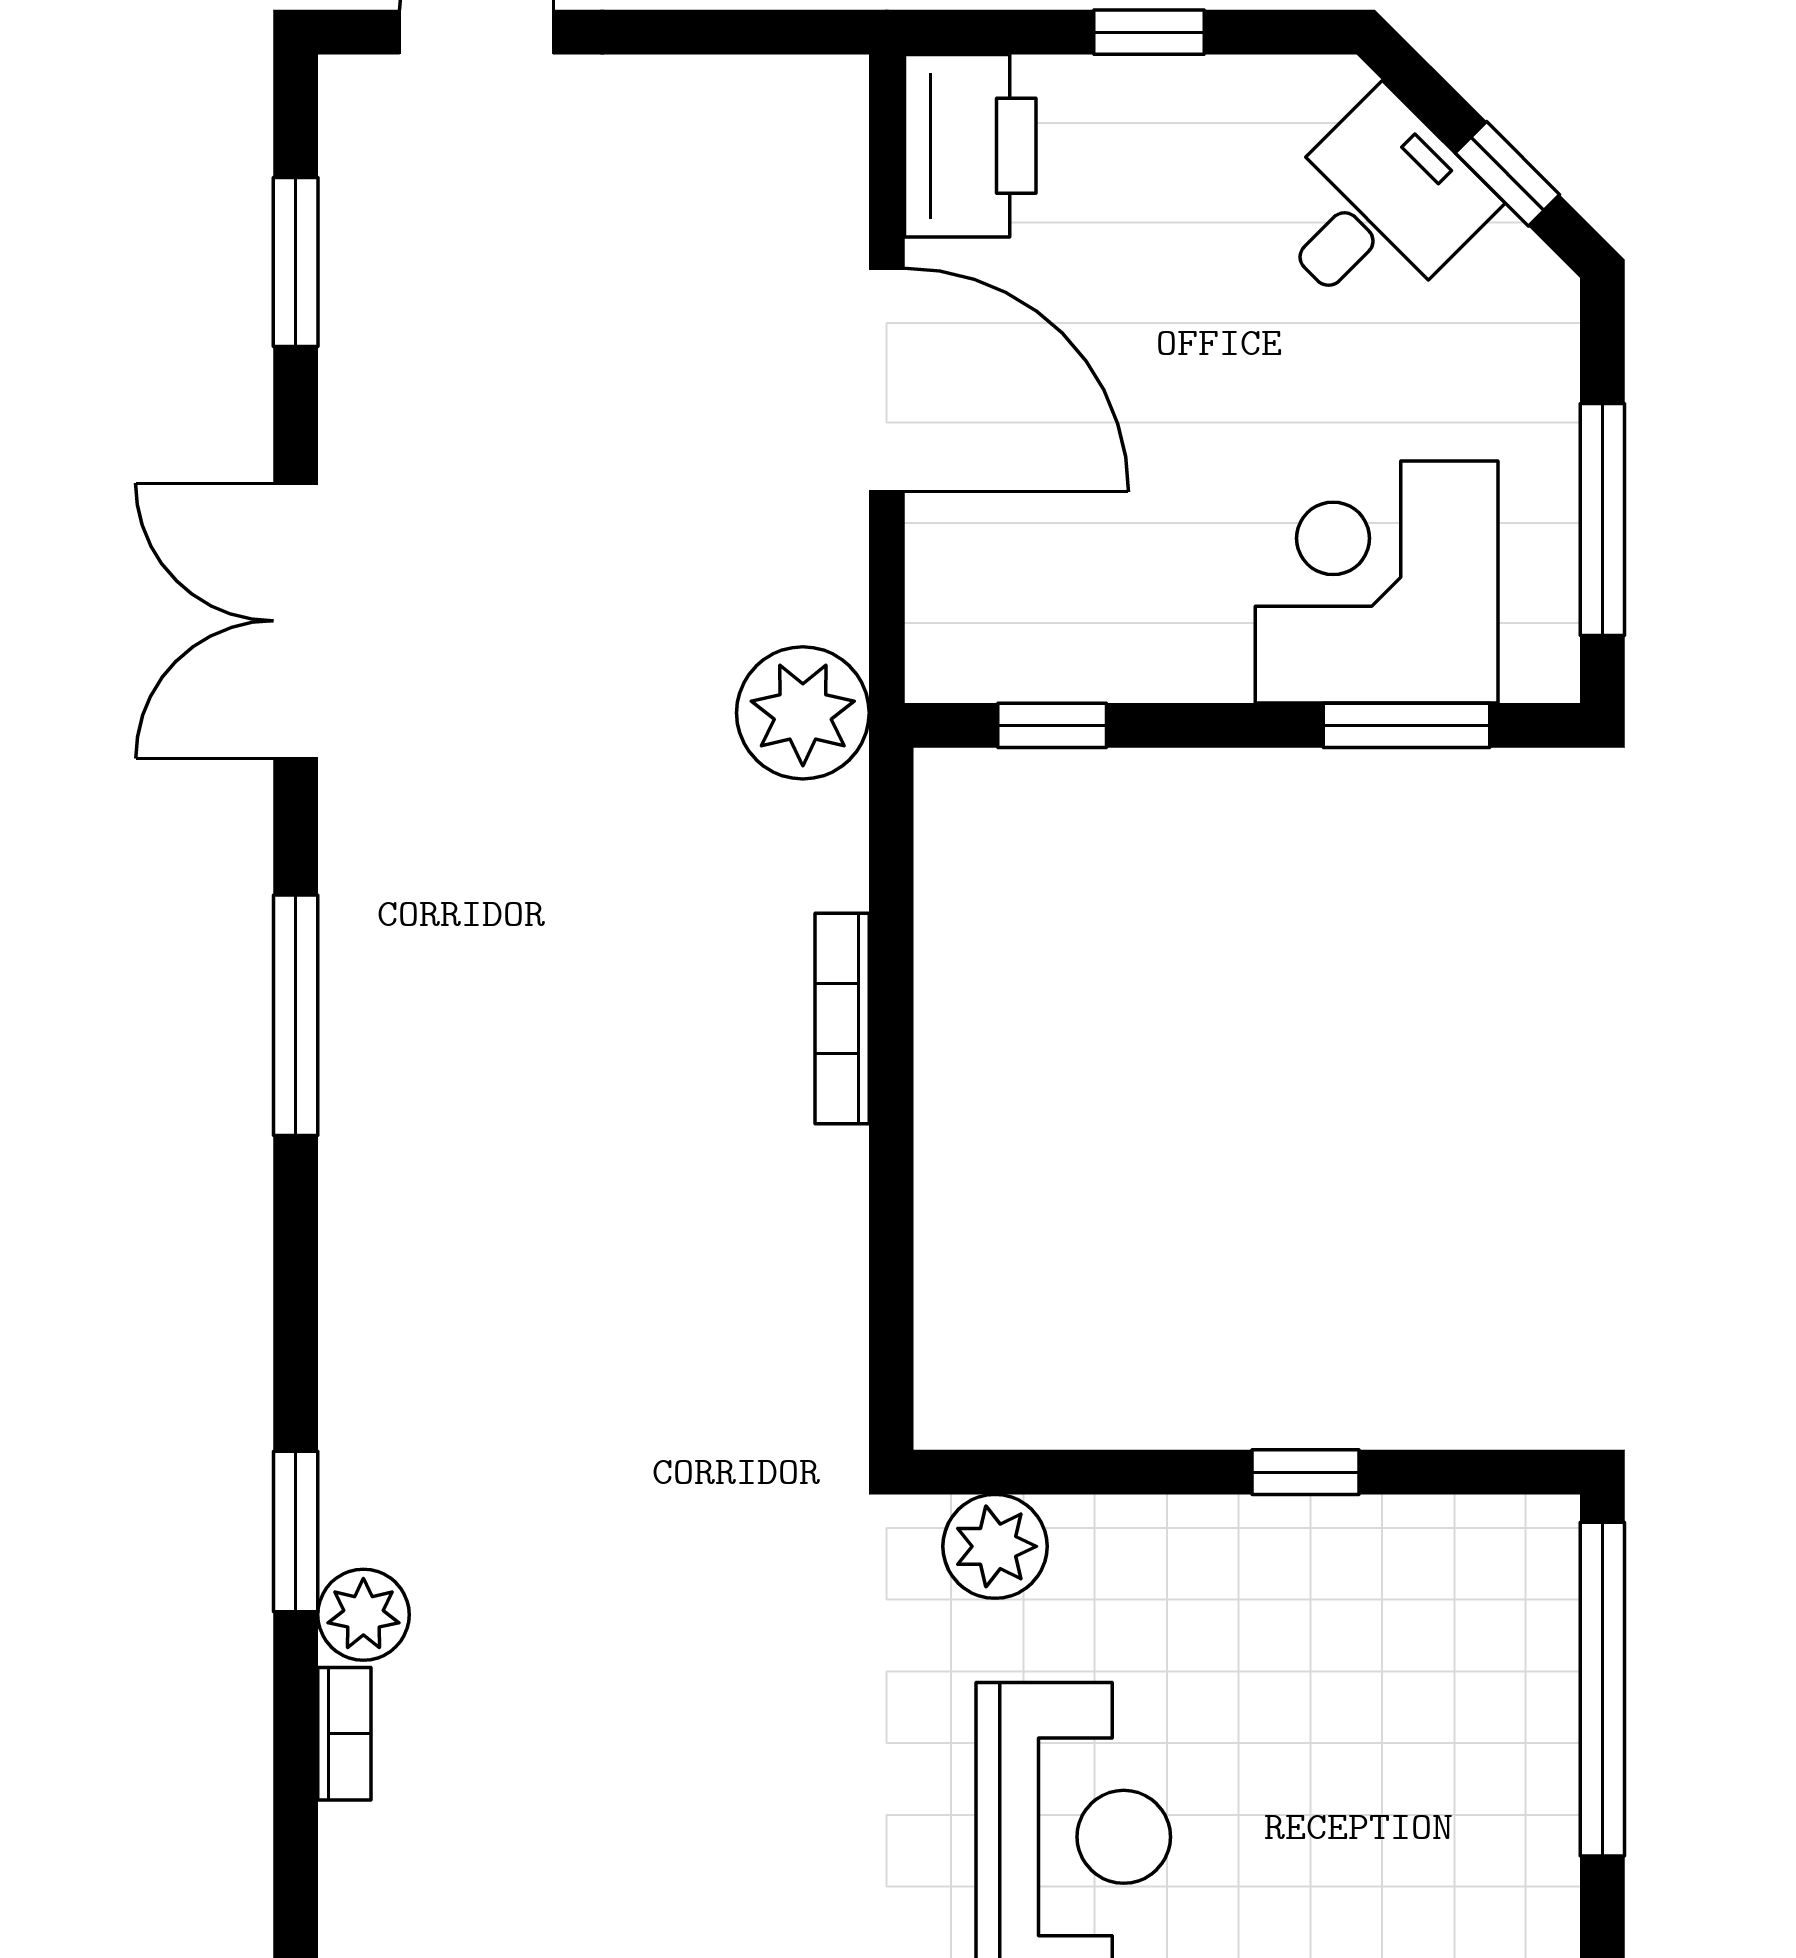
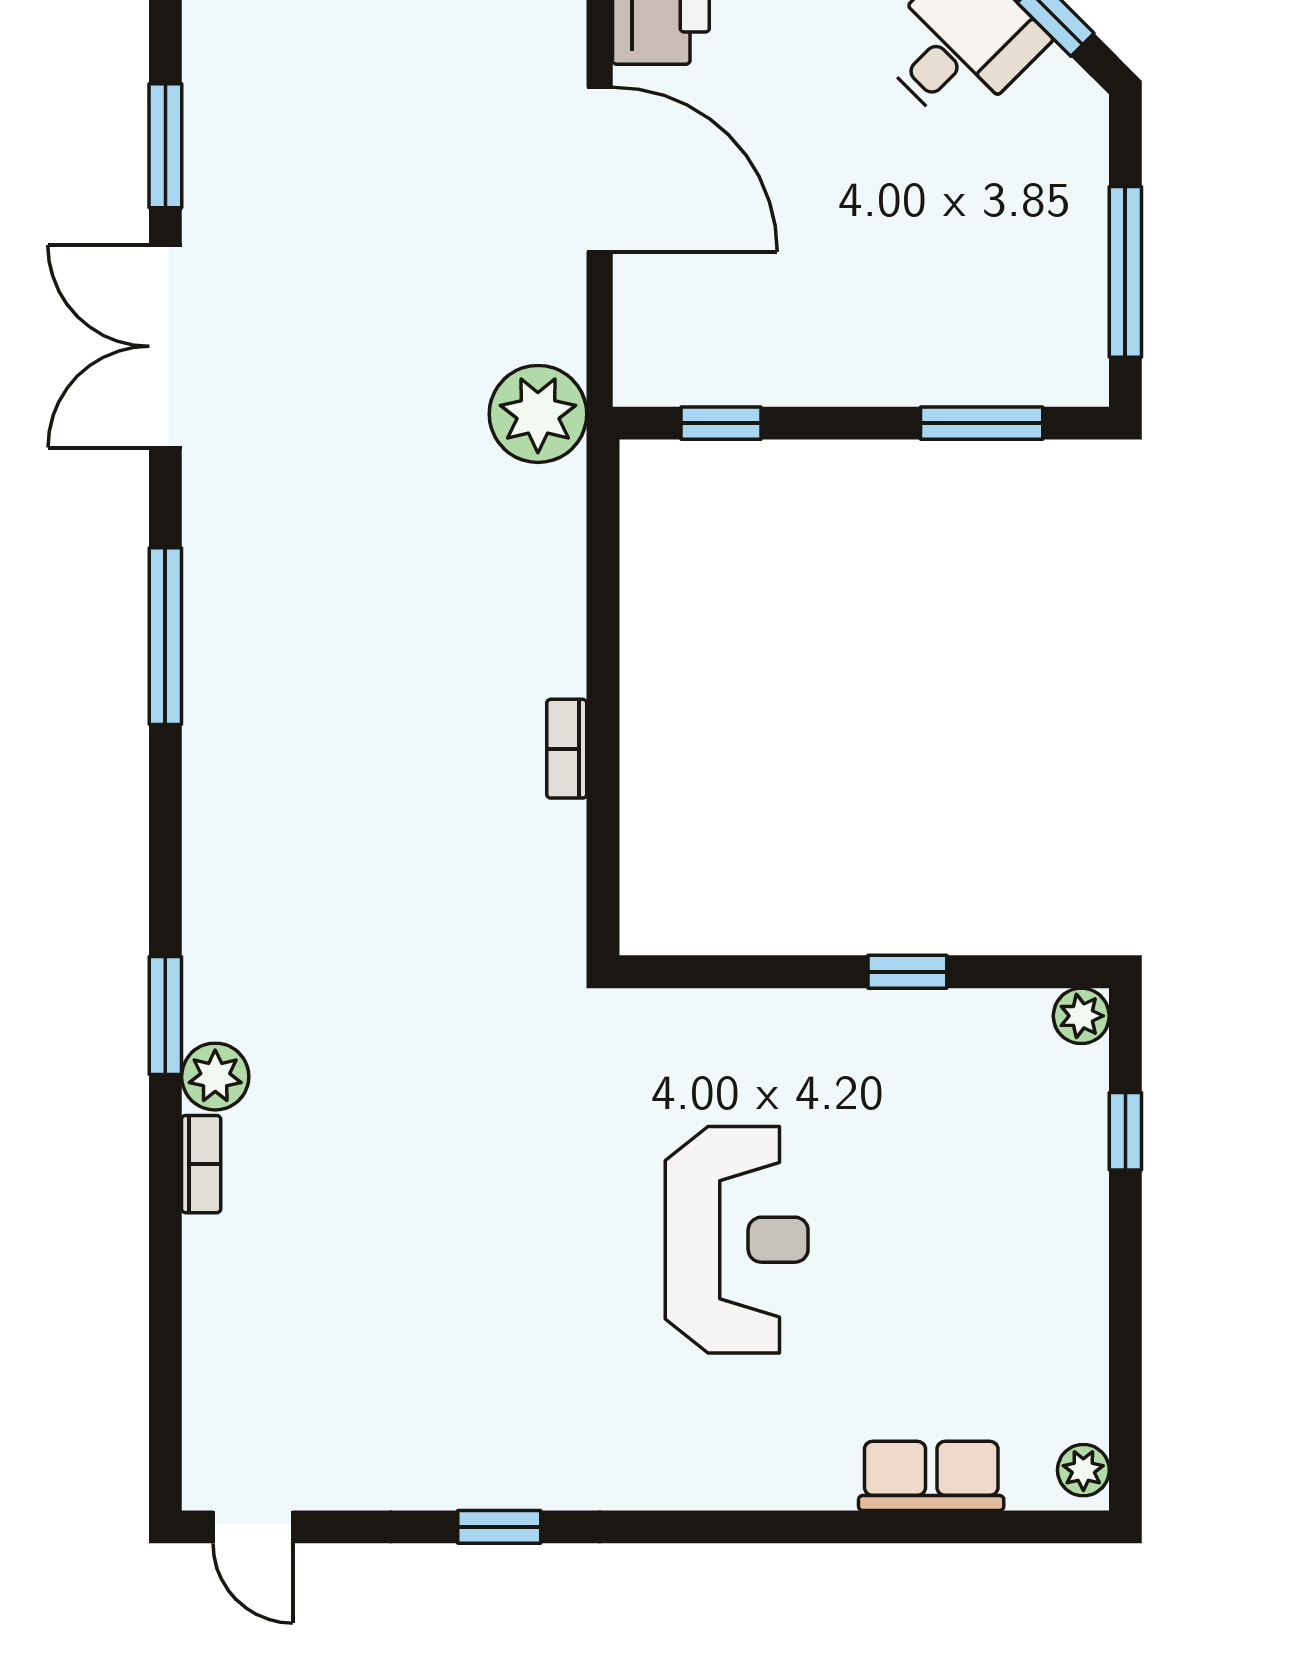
window: (296, 262) -> (165, 146), moved
corner desk: (1377, 582) -> (960, 318), removed
bookcase: (842, 1019) -> (567, 749), moved, width x0.64
plant: (995, 1546) -> (1081, 1016), moved, width x0.73, depth x0.73
window: (1602, 1689) -> (1125, 1131), width x0.32

